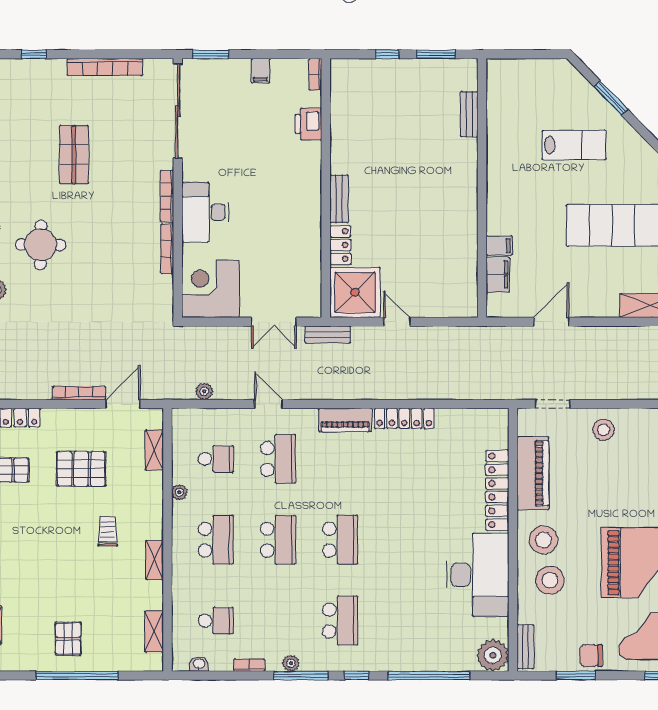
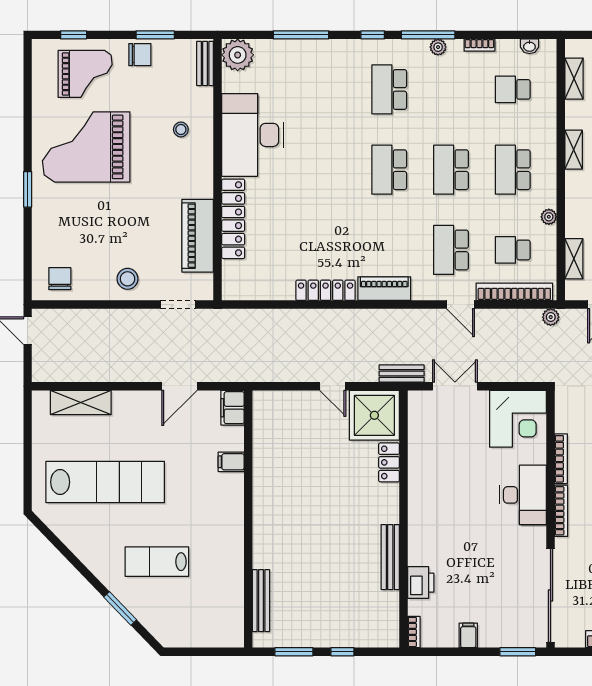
bench: (469, 114) -> (261, 601), width x1.36
bench: (339, 199) -> (390, 557), moved, width x1.36
filing cabinet: (498, 275) -> (233, 408), moved
plant: (204, 391) -> (551, 317), moved
bookcase: (214, 417) -> (514, 292), added
stool: (544, 540) -> (187, 169), removed
stool: (550, 580) -> (181, 129), width x0.53, depth x0.53
window: (429, 675) -> (301, 35), width x0.68

